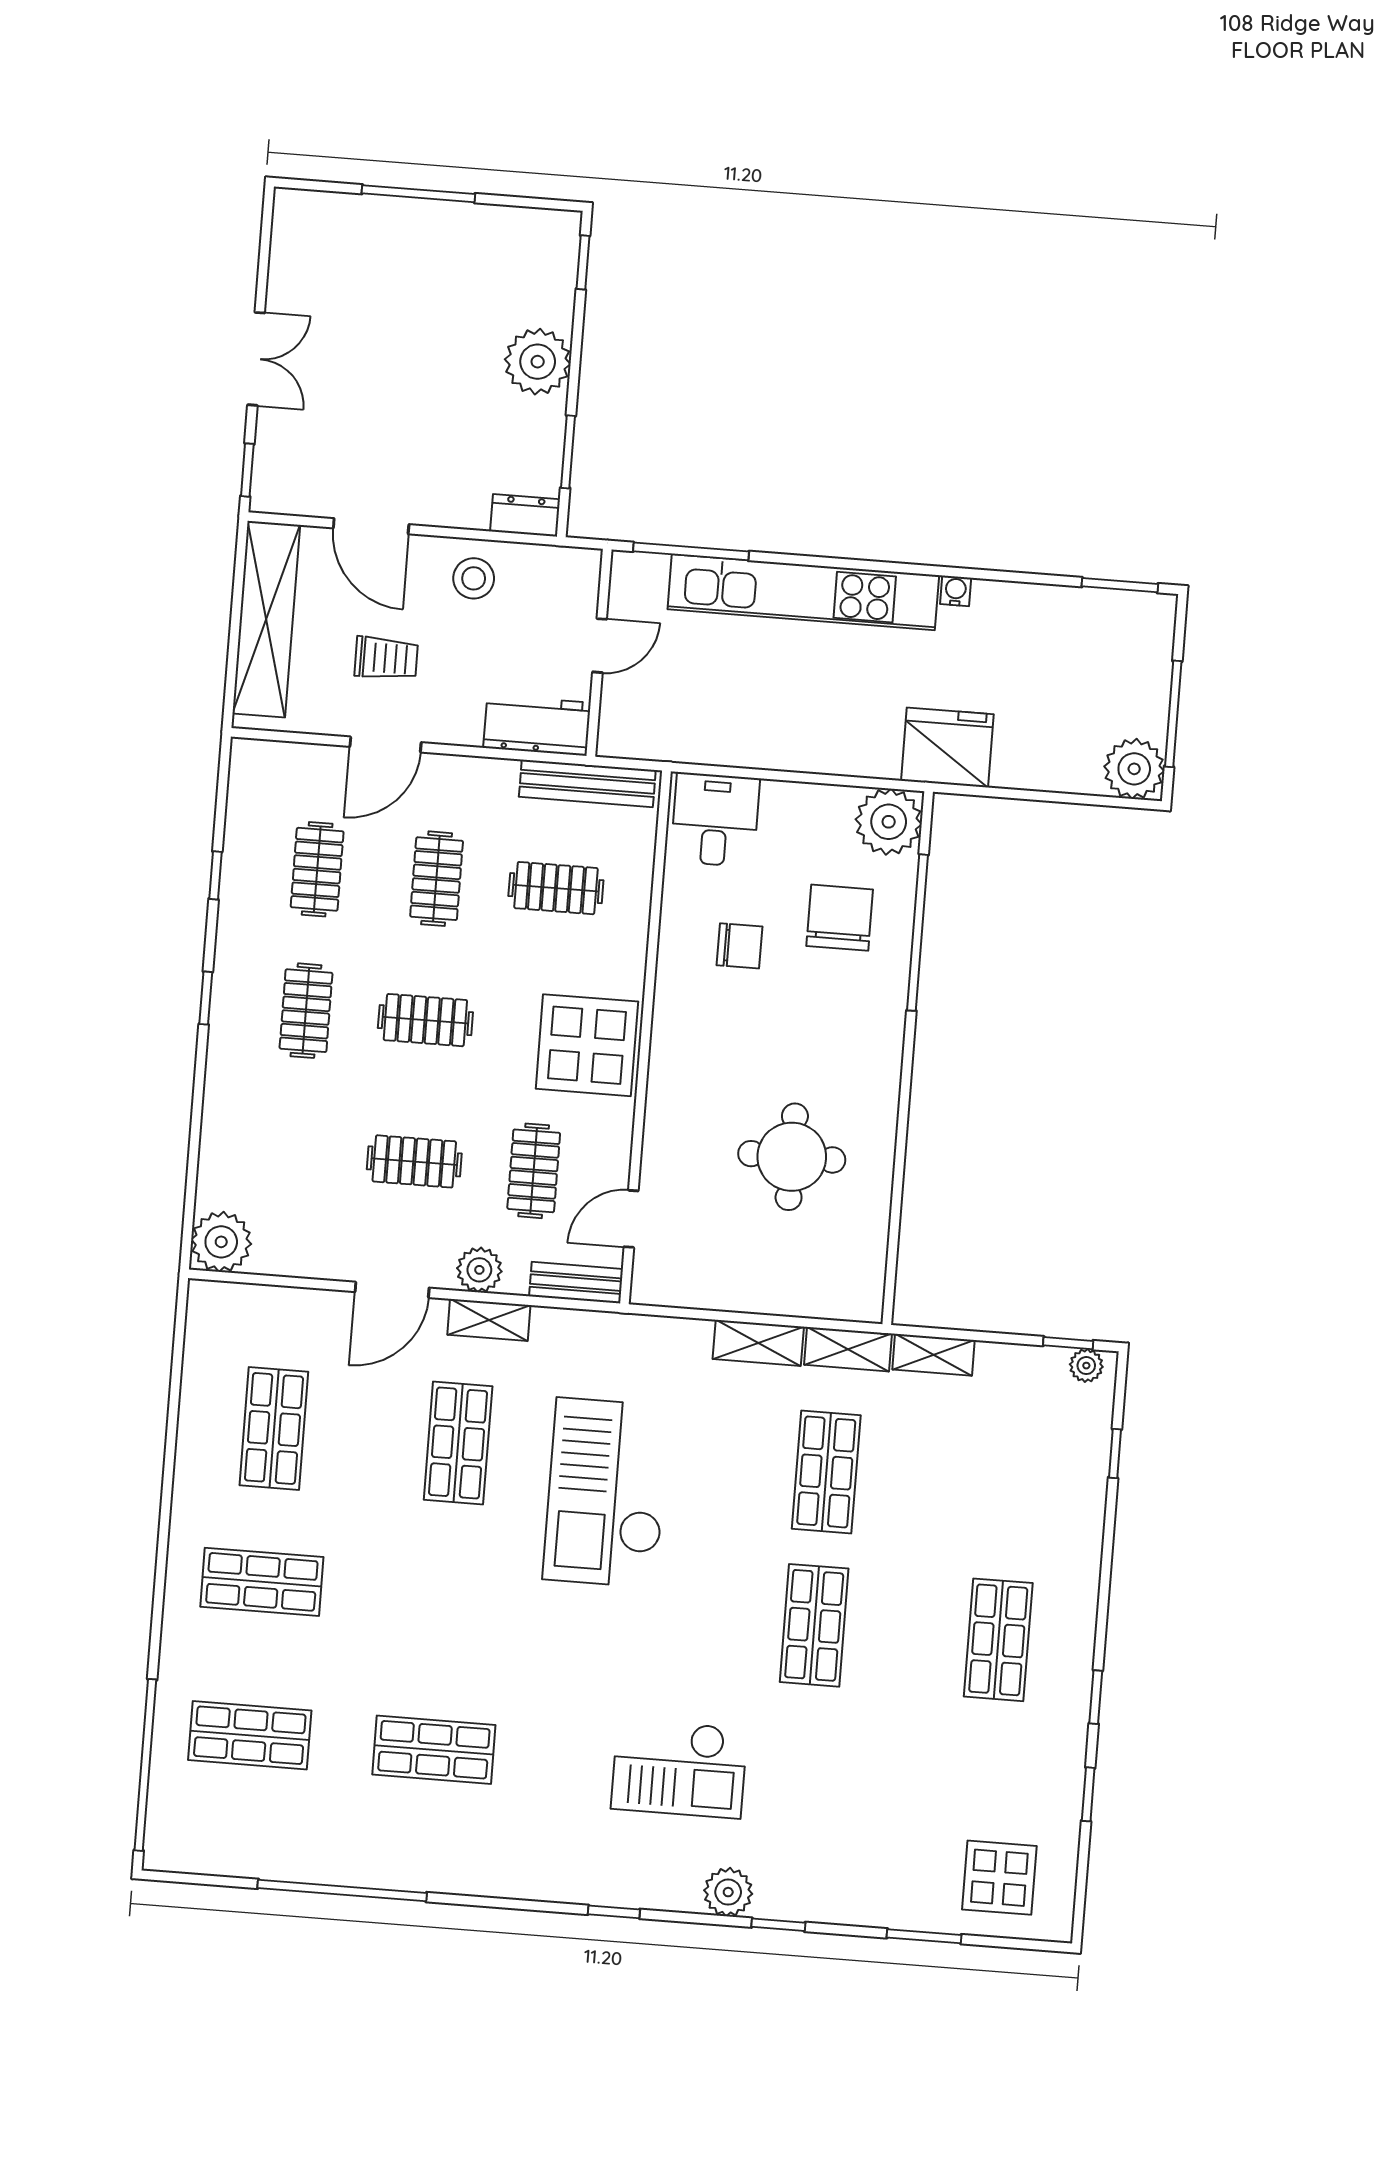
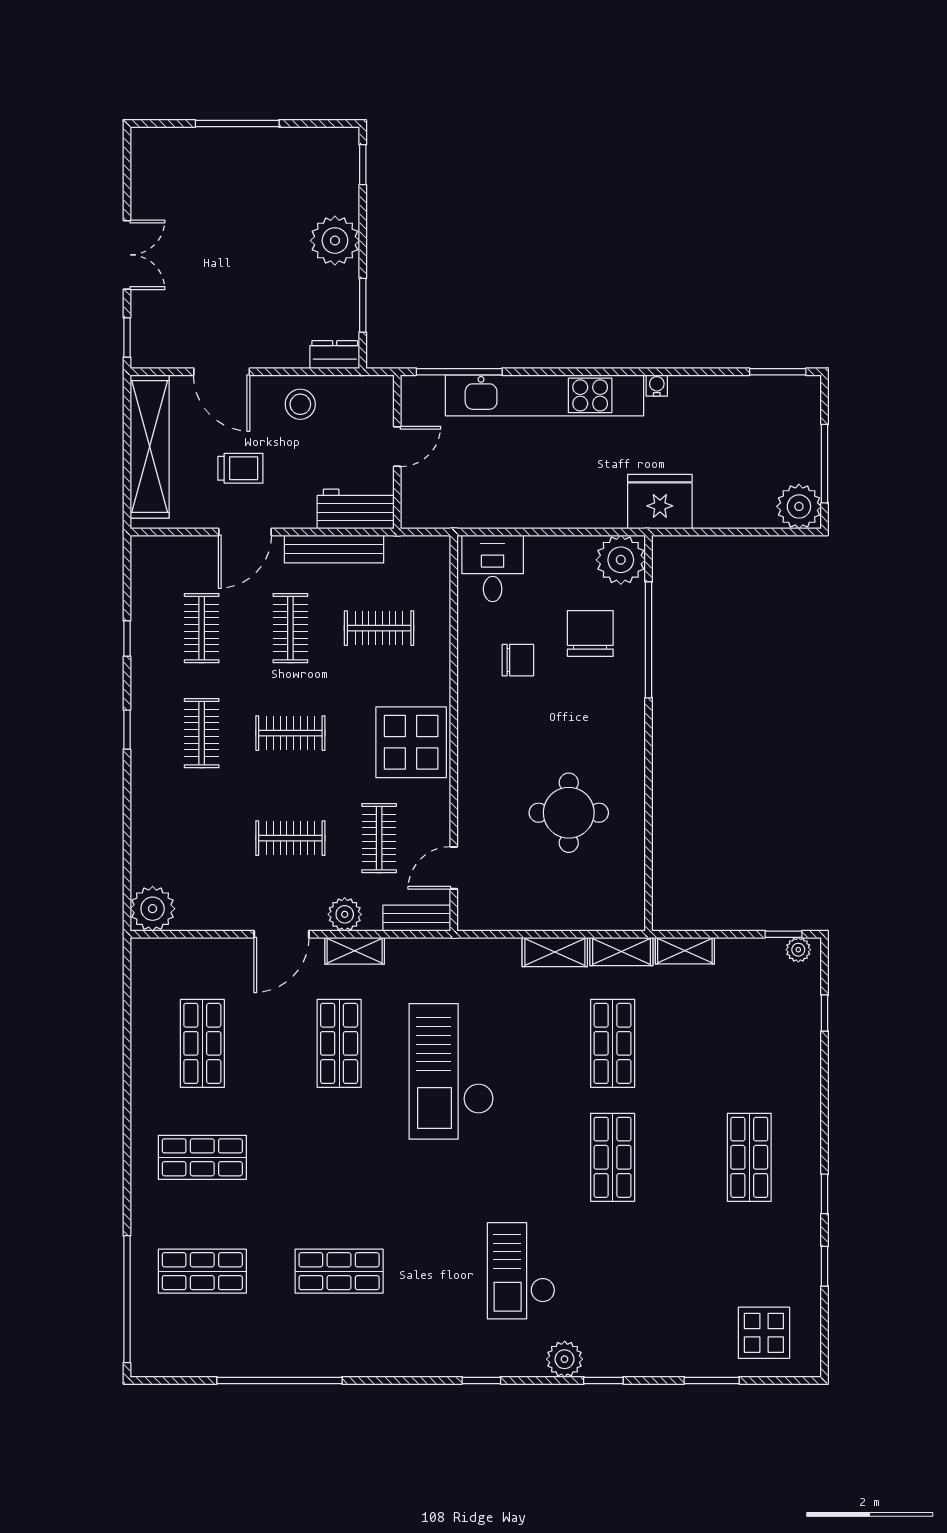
bench: (587, 783) -> (334, 549), moved
checkout: (679, 1768) -> (521, 1271), turned 90

